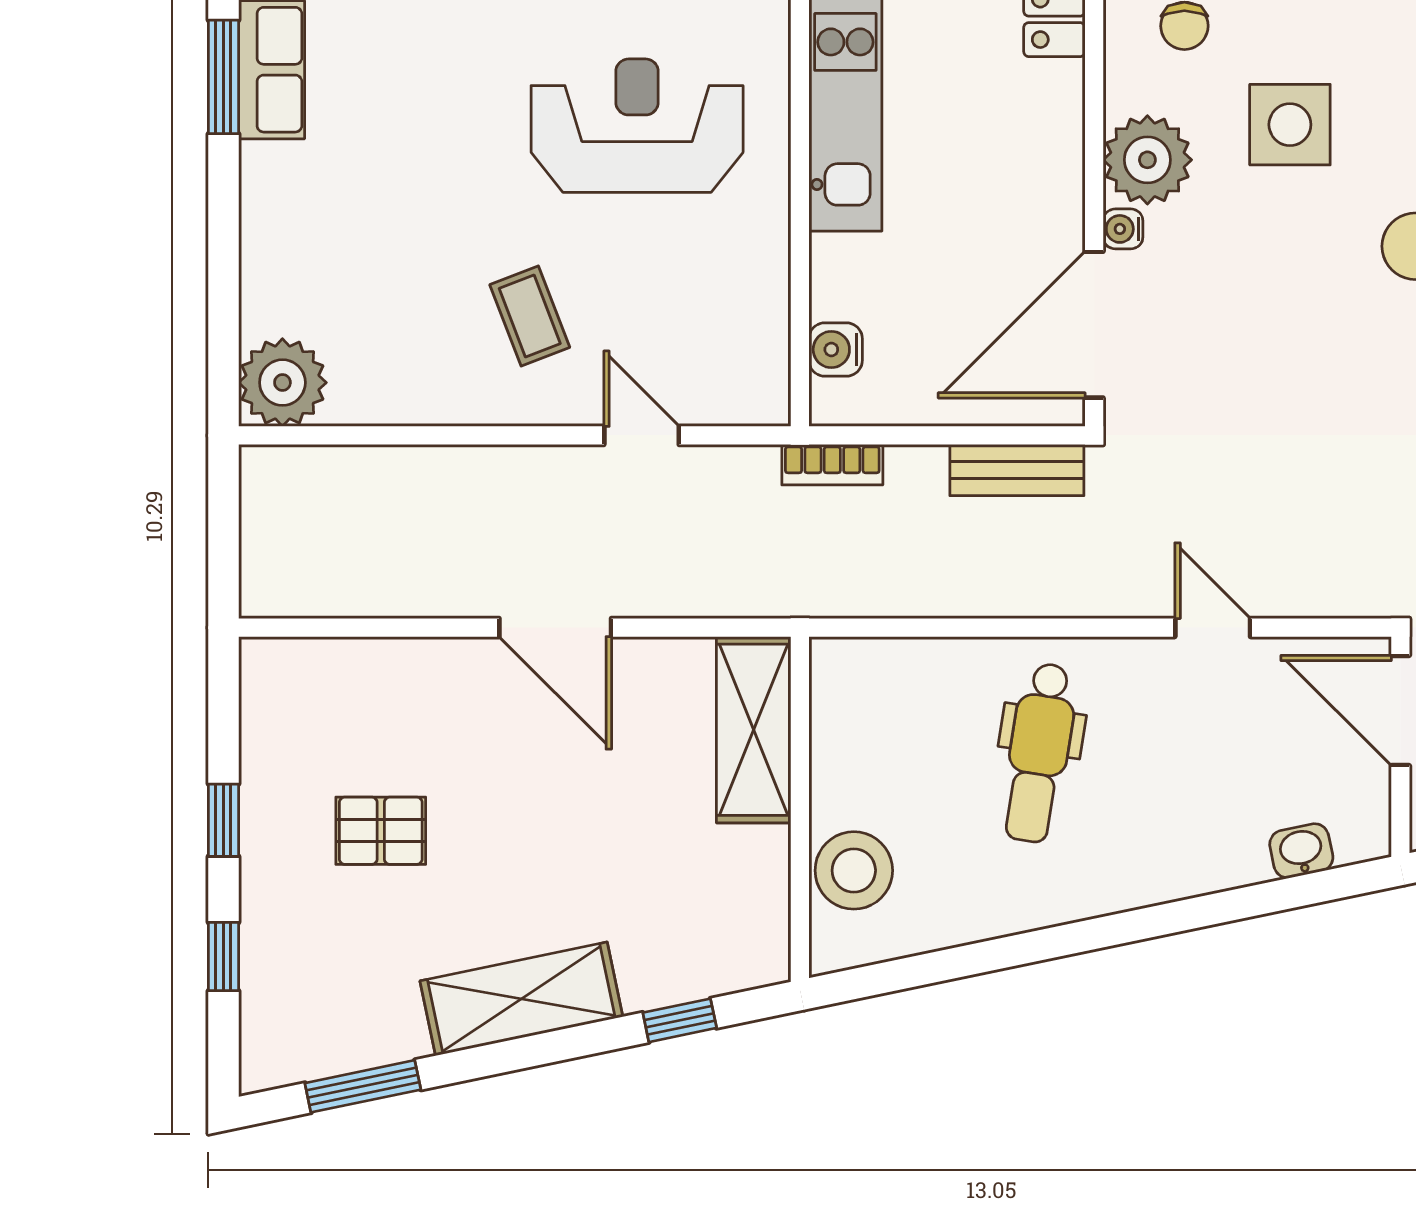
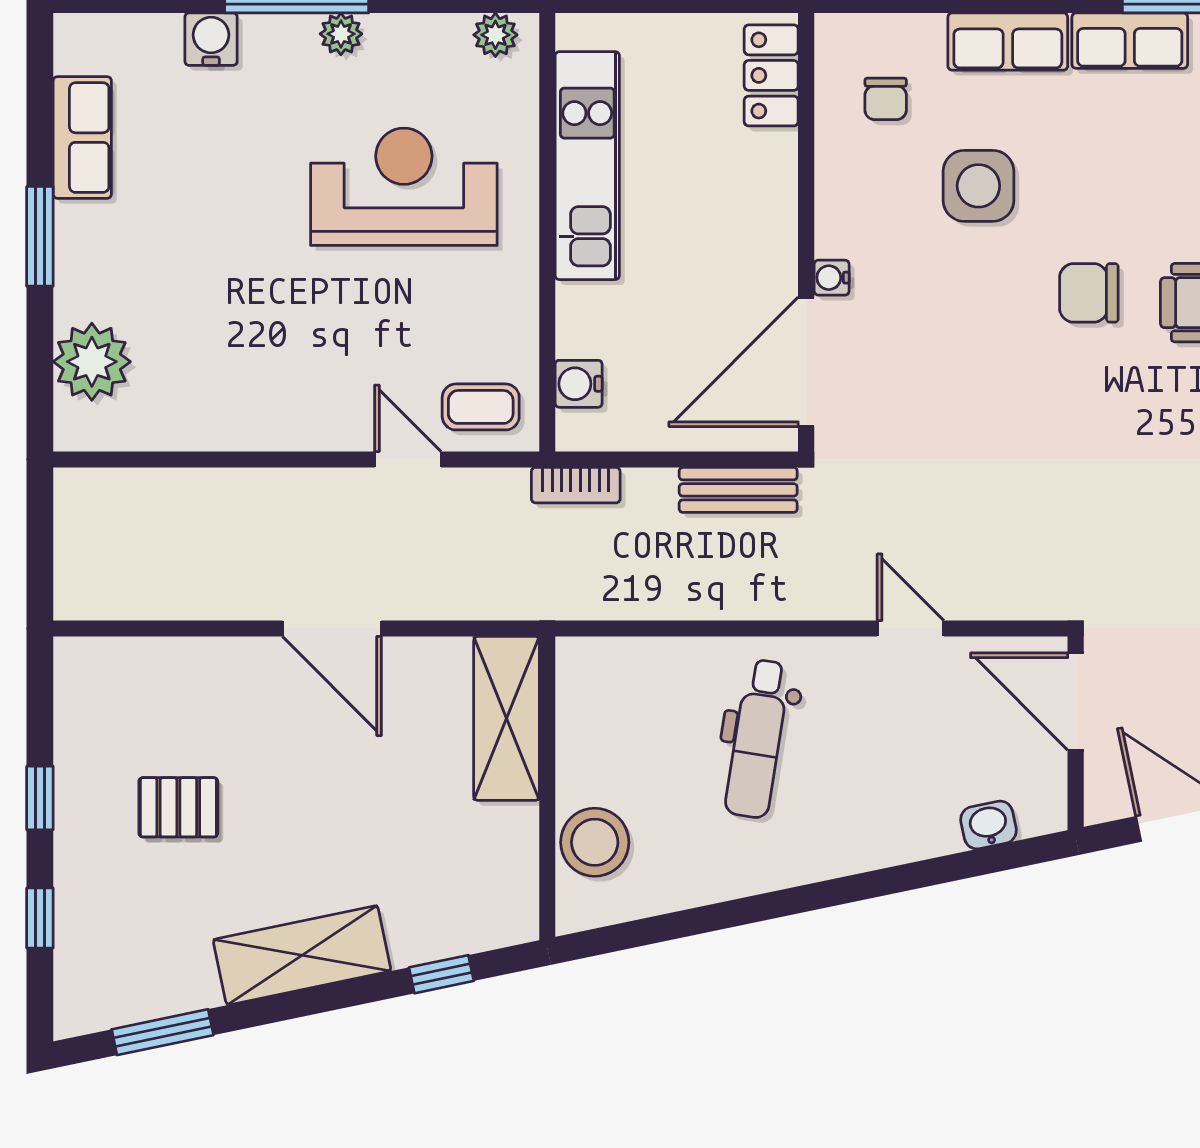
window: (223, 77) -> (40, 236), moved
plant: (1147, 160) -> (853, 217), removed
coffee table: (530, 316) -> (481, 407), moved, turned -69
plant: (282, 383) -> (92, 362), moved

